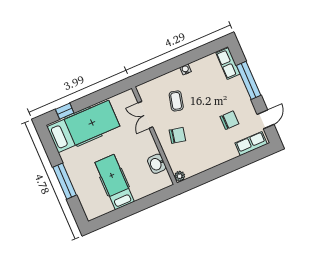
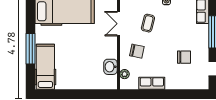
row of seats: (251, 144) -> (152, 83), moved
plant: (180, 176) -> (125, 74), moved
hospital bed: (115, 182) -> (45, 67), moved

